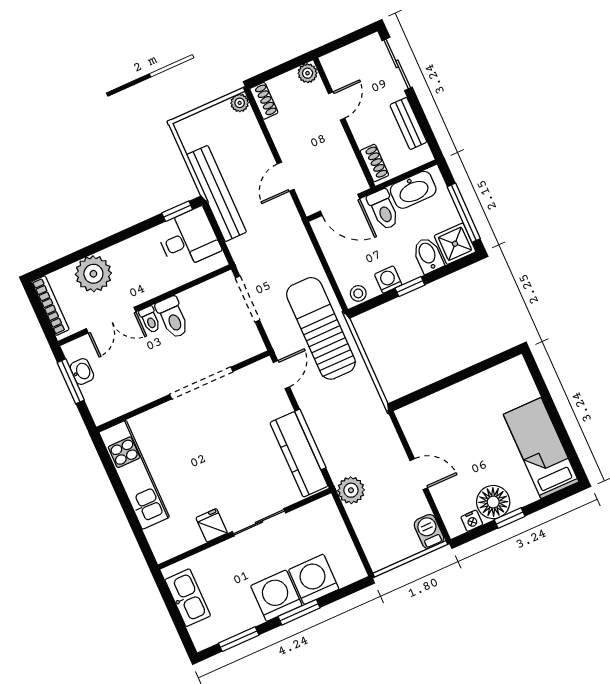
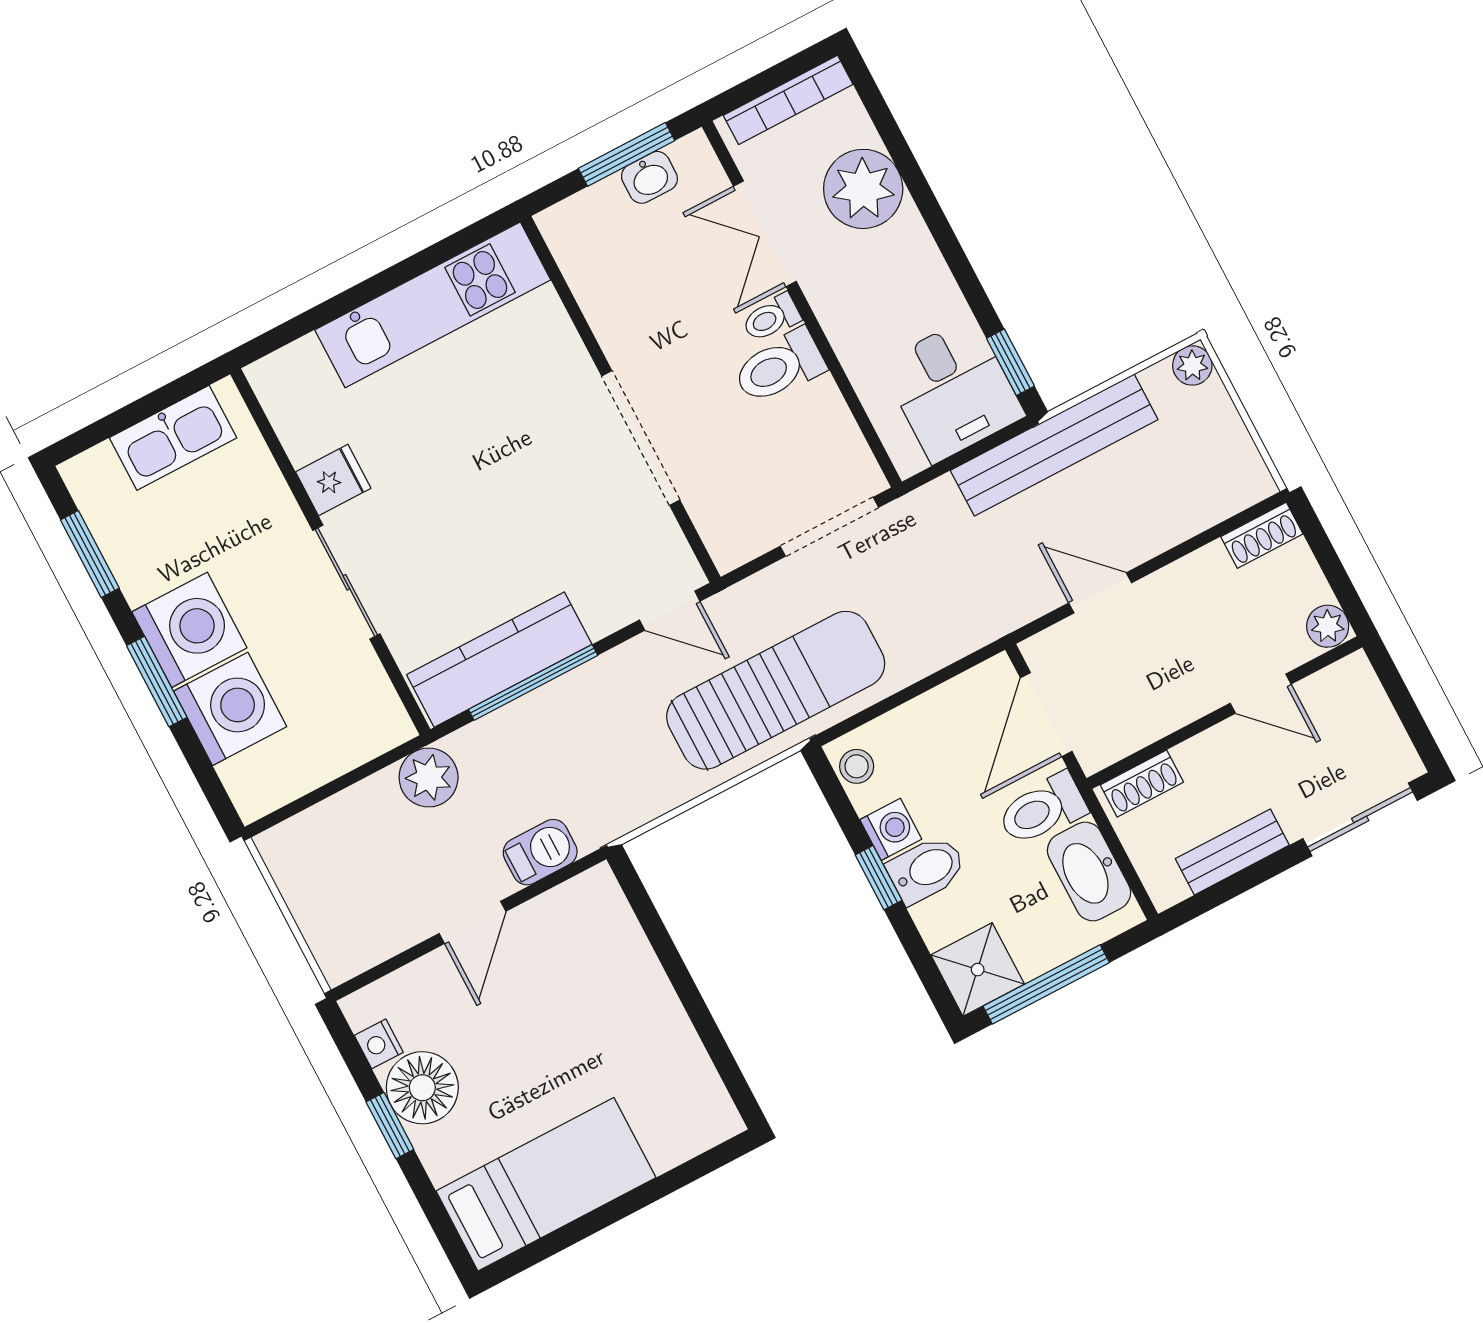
plant: (240, 103) -> (1192, 365), moved
bidet: (428, 255) -> (926, 869), moved
barbecue: (429, 532) -> (540, 852), moved

